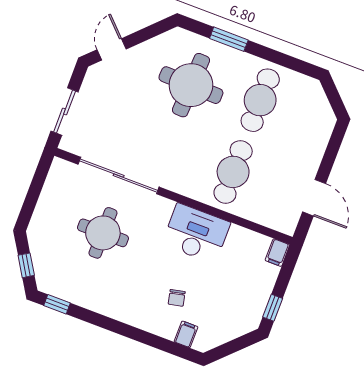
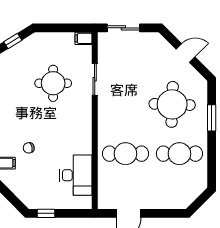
door: (112, 49) -> (186, 53), moved
sliding door: (119, 176) -> (95, 79), width x0.54
desk: (196, 233) -> (76, 175), moved
filing cabinet: (277, 253) -> (84, 38), moved

